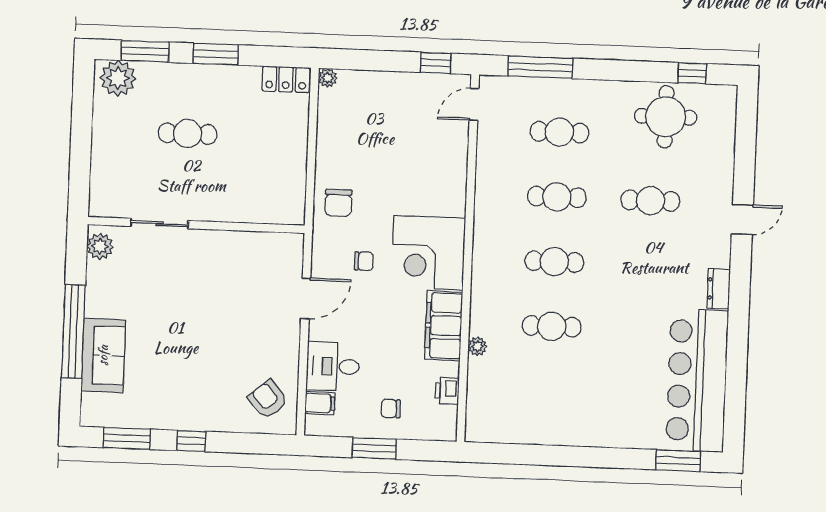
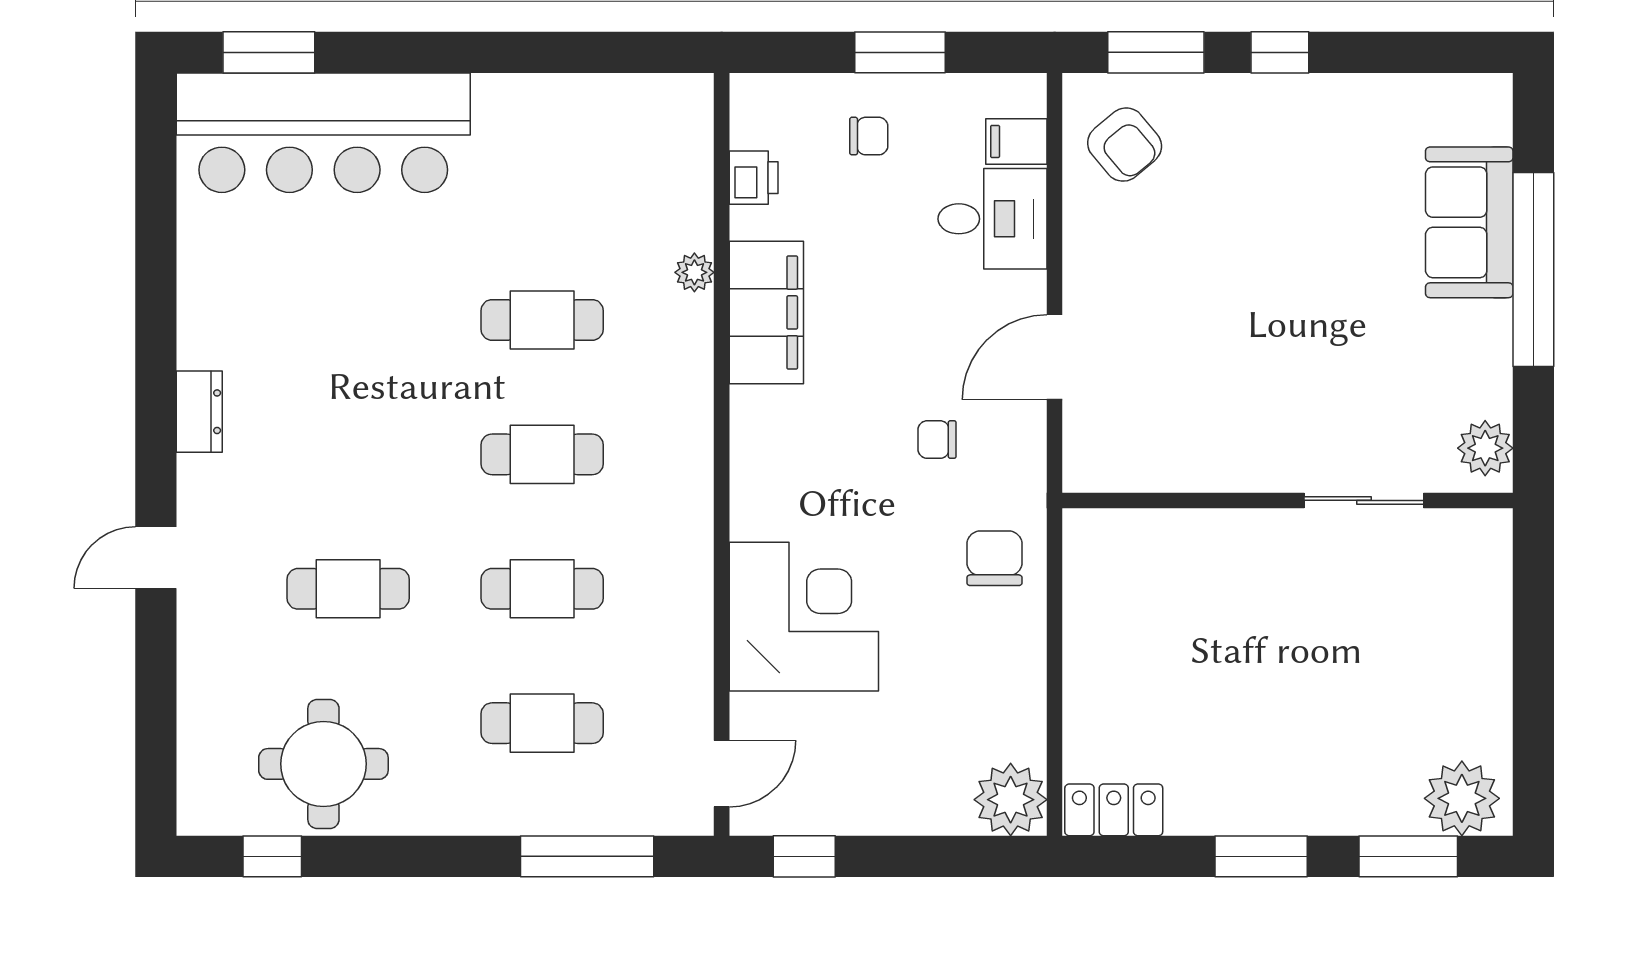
plant: (328, 78) -> (1011, 800), width x1.88, depth x1.88
cafe table: (188, 134) -> (1313, 689), removed
corner desk: (428, 253) -> (804, 617), moved
bar counter: (697, 380) -> (323, 133), moved, turned 90
window: (127, 438) -> (1156, 52), moved

